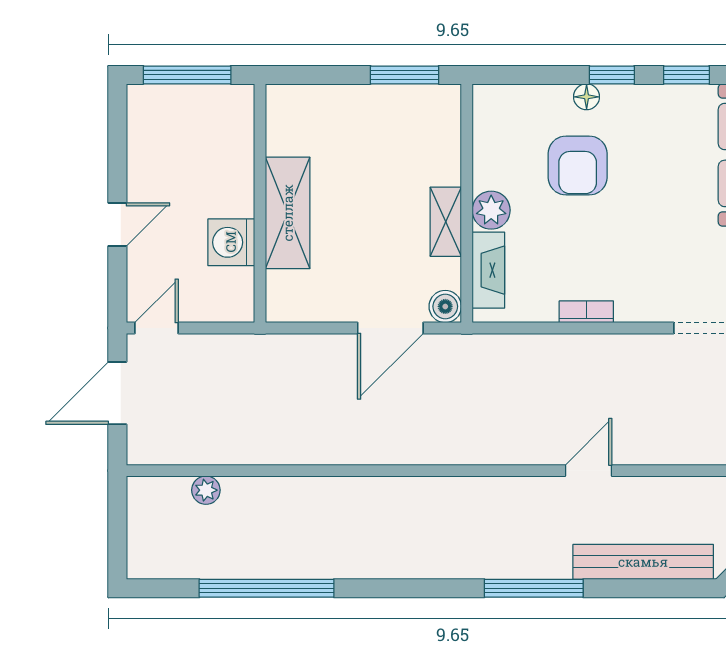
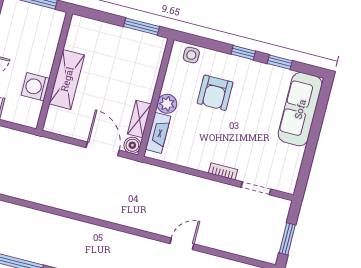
floor lamp: (587, 97) -> (228, 60), removed
side table: (514, 105) -> (191, 55), added
shelving: (446, 222) -> (139, 119), moved
bookcase: (586, 312) -> (223, 171), moved
door: (390, 328) -> (103, 149), swing flipped

